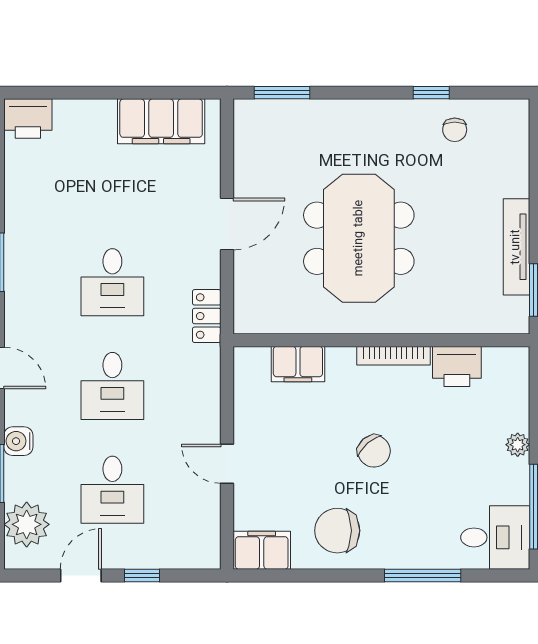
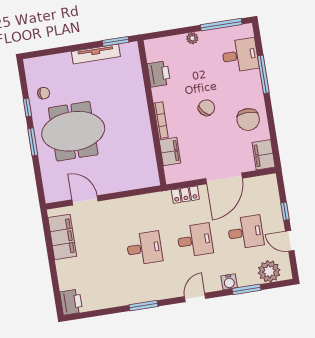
window: (282, 93) -> (33, 142), moved
door: (227, 224) -> (85, 200), moved
meeting table: (359, 238) -> (73, 131), moved
locker: (207, 316) -> (185, 195), moved
bookcase: (393, 356) -> (161, 120), moved
door: (227, 464) -> (224, 178), width x1.87
desk: (495, 537) -> (240, 55), moved, turned 90

